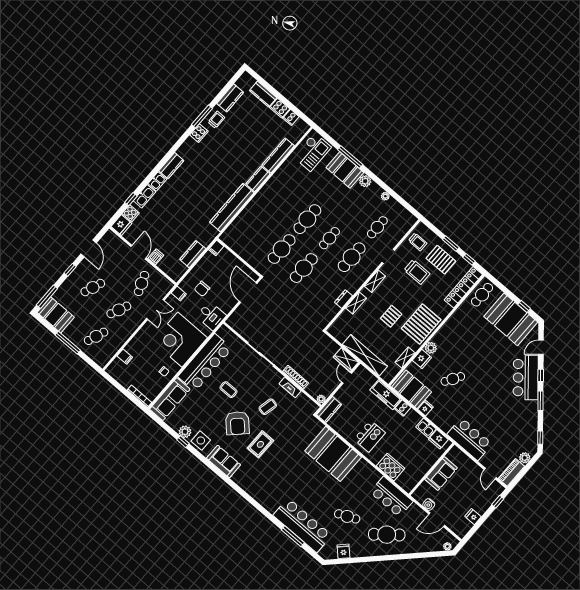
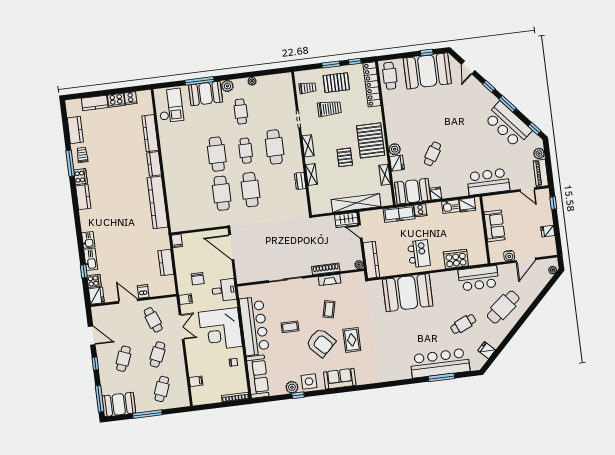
kitchen counter: (171, 166) -> (83, 197), moved
cafe table: (377, 227) -> (241, 111), moved
bar counter: (526, 378) -> (508, 124), moved
kitchen counter: (329, 409) -> (371, 260), width x1.50

